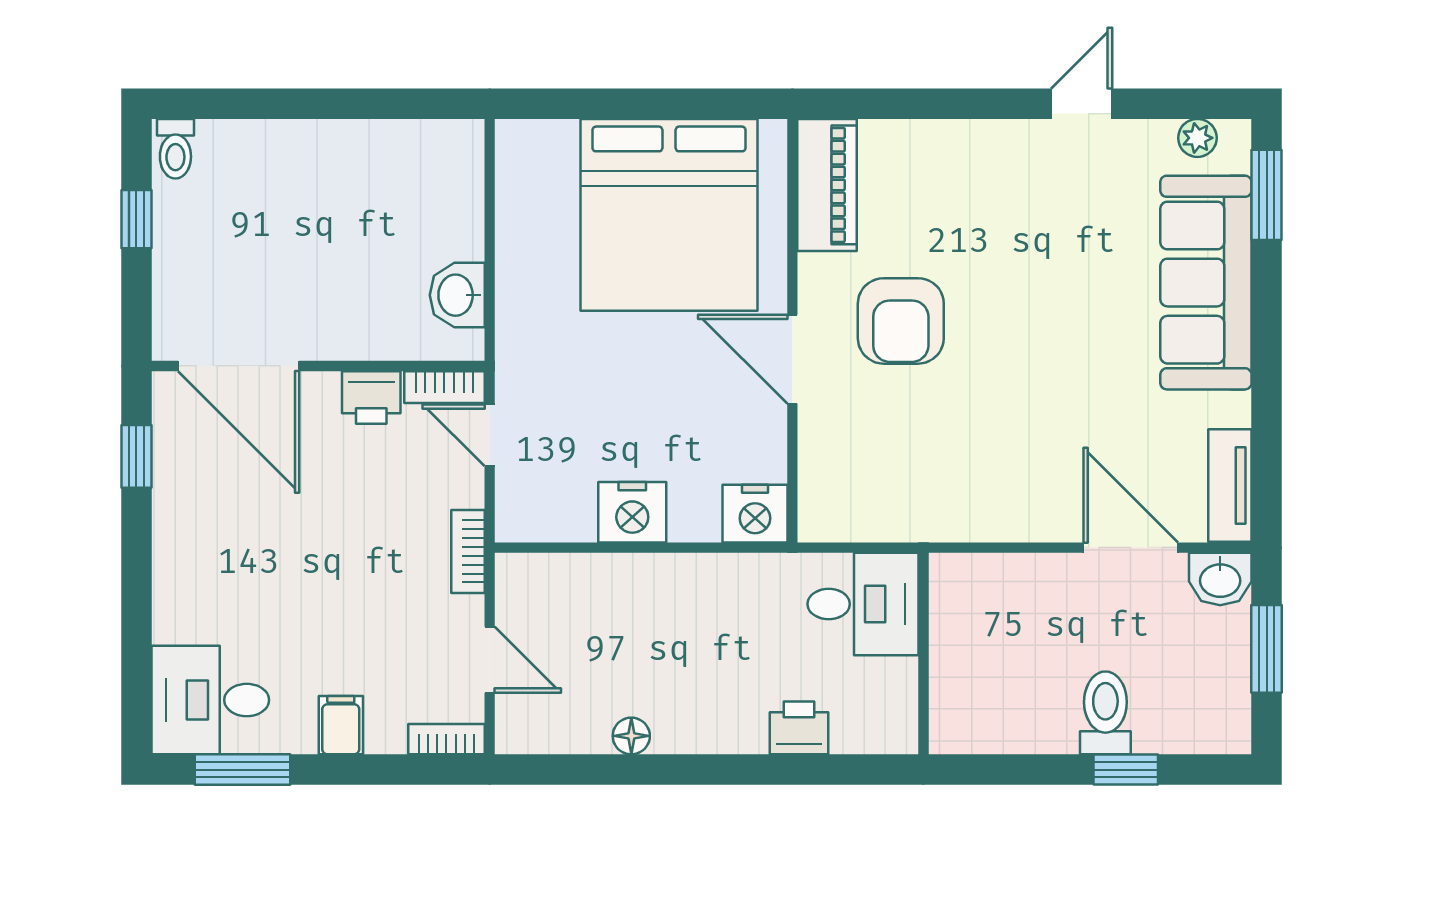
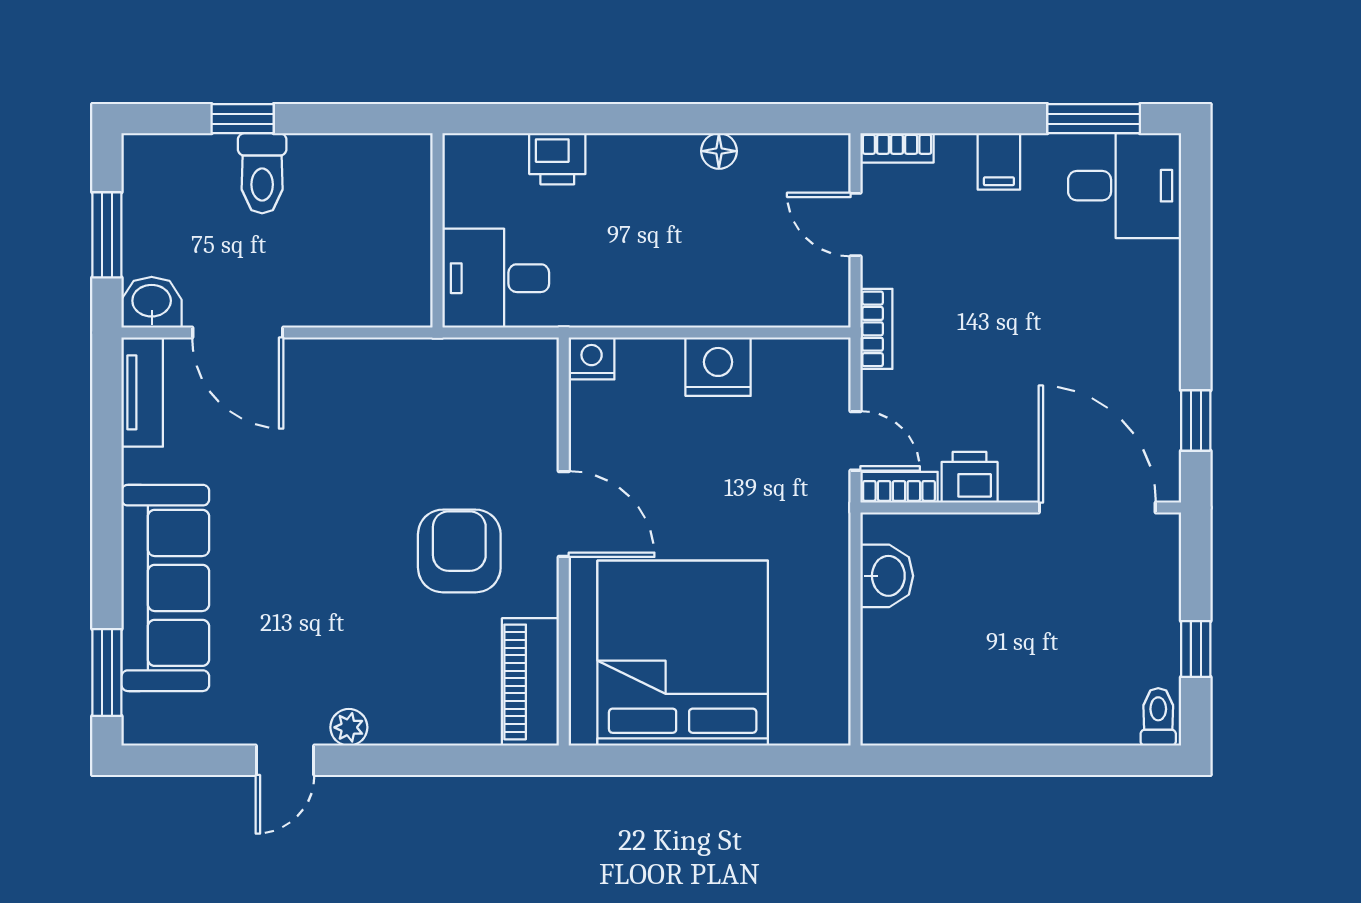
plant: (1197, 138) -> (349, 727), moved
nightstand: (755, 514) -> (592, 358), width x0.74, depth x0.75

